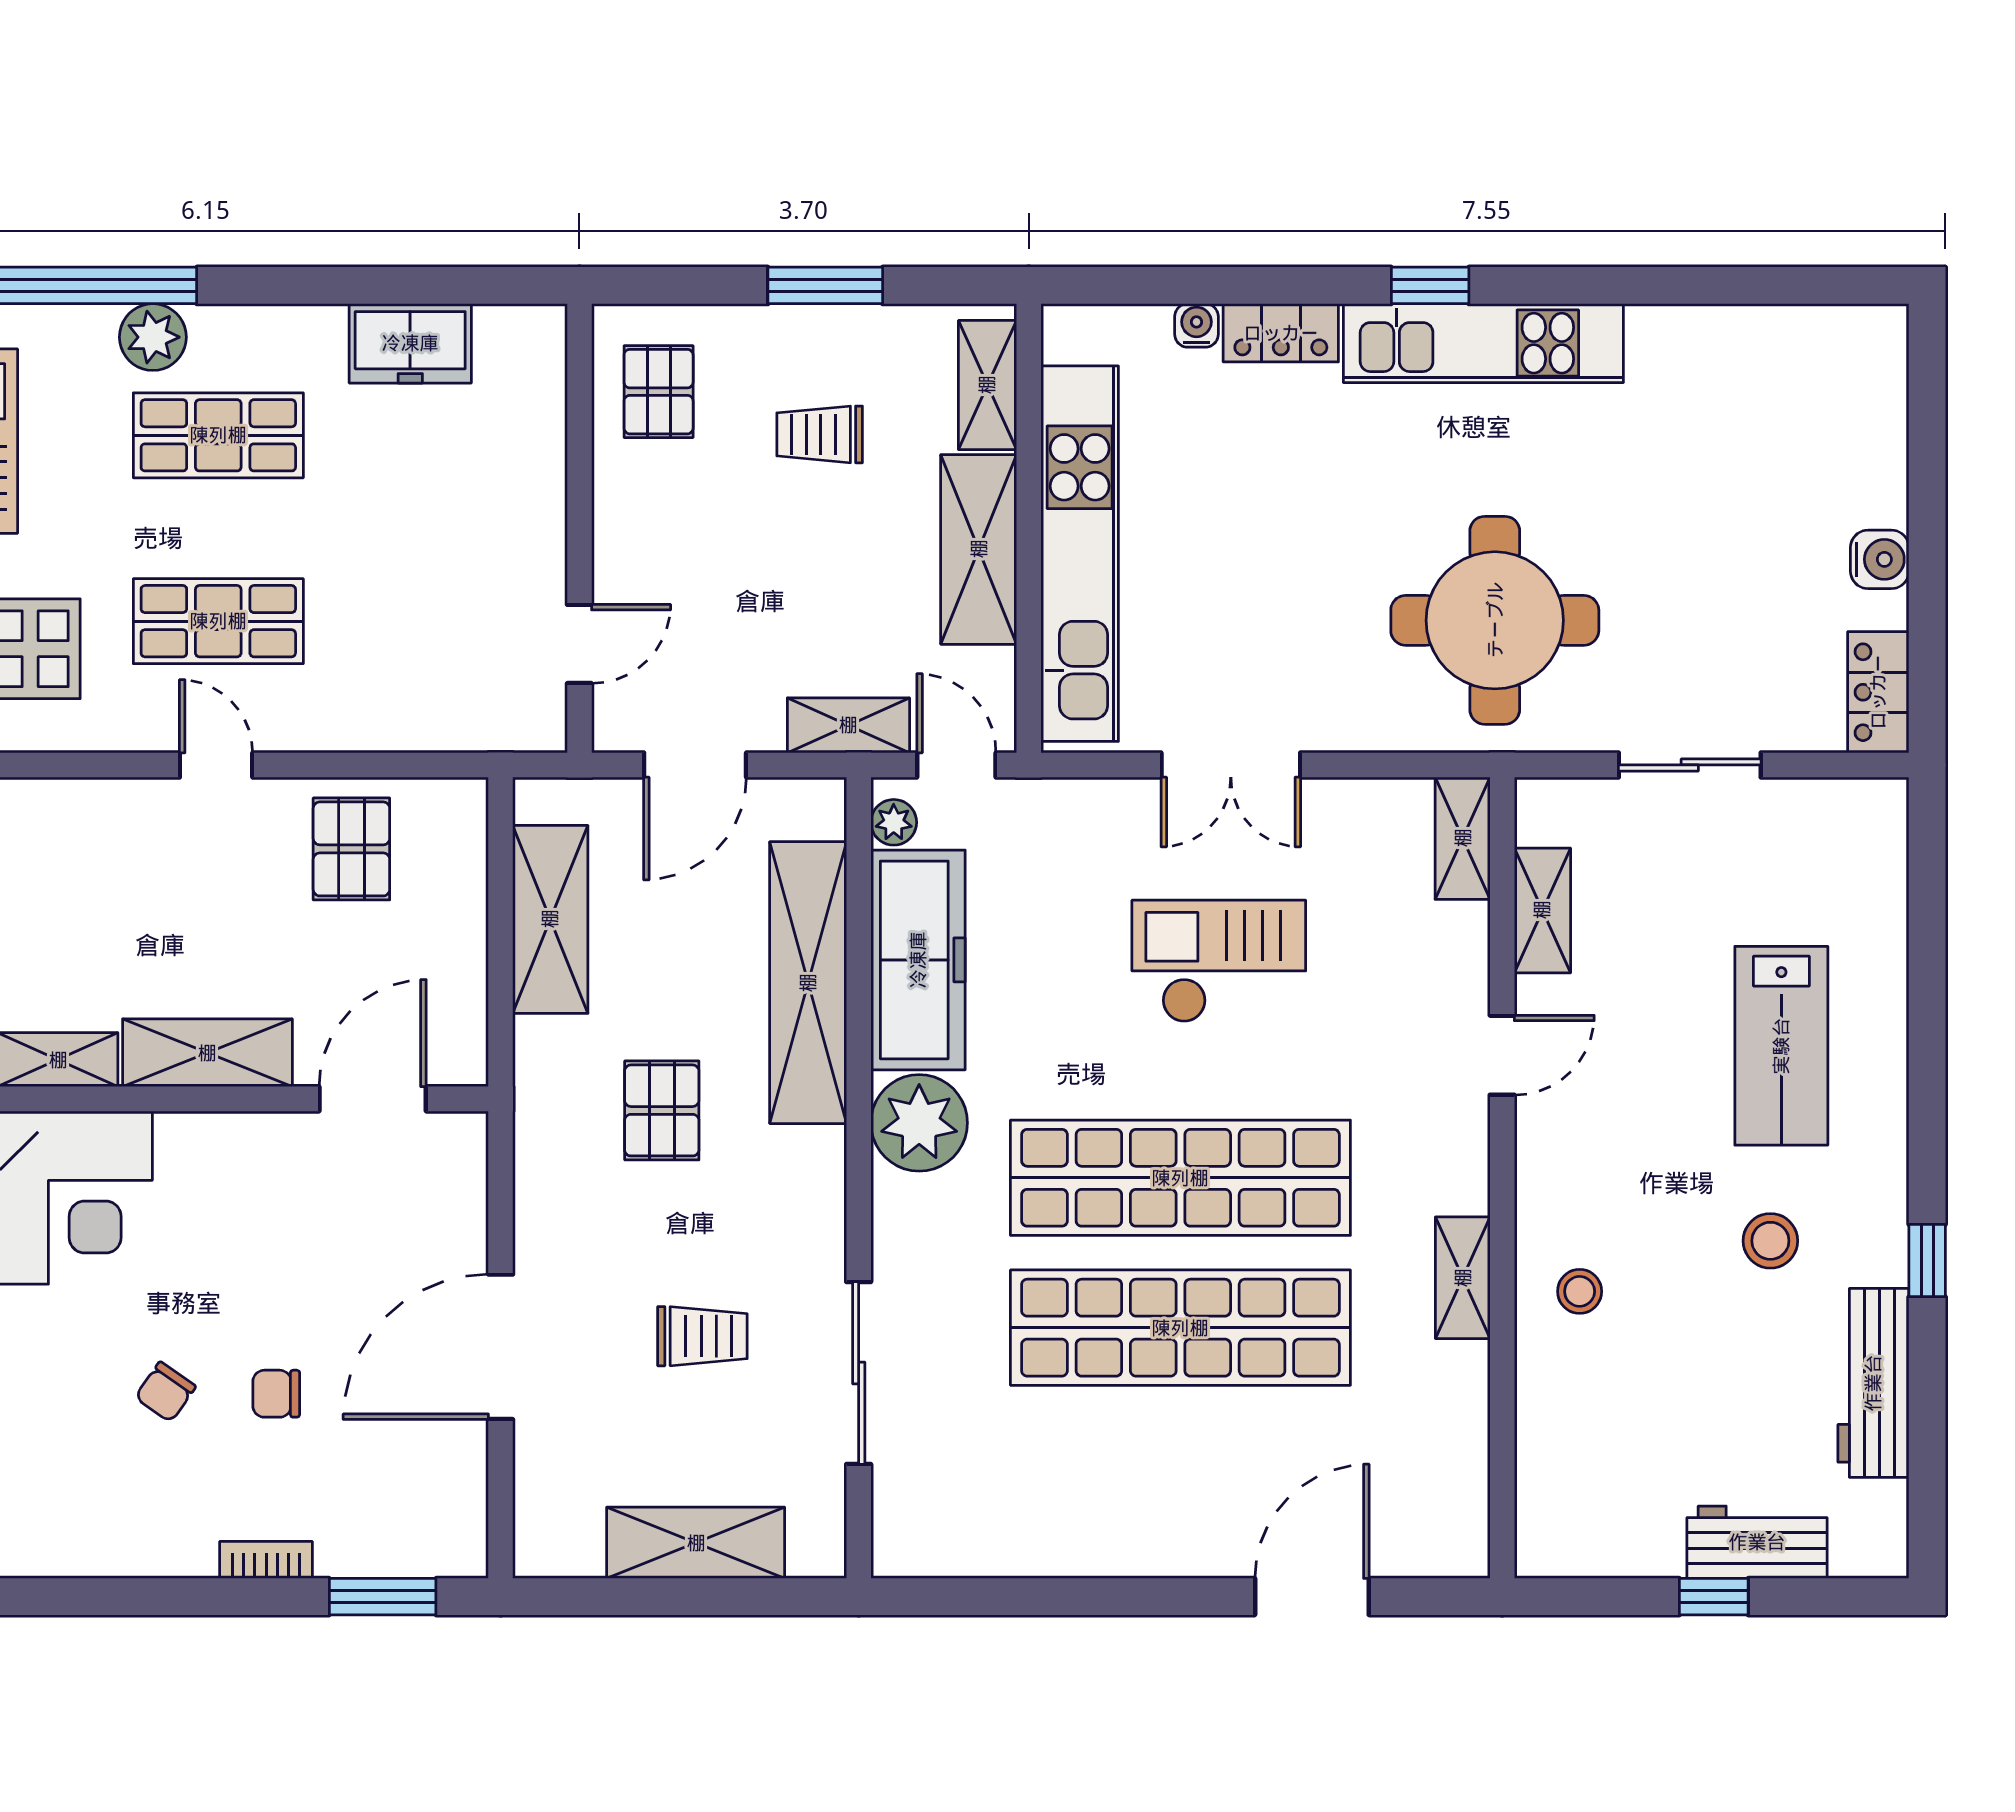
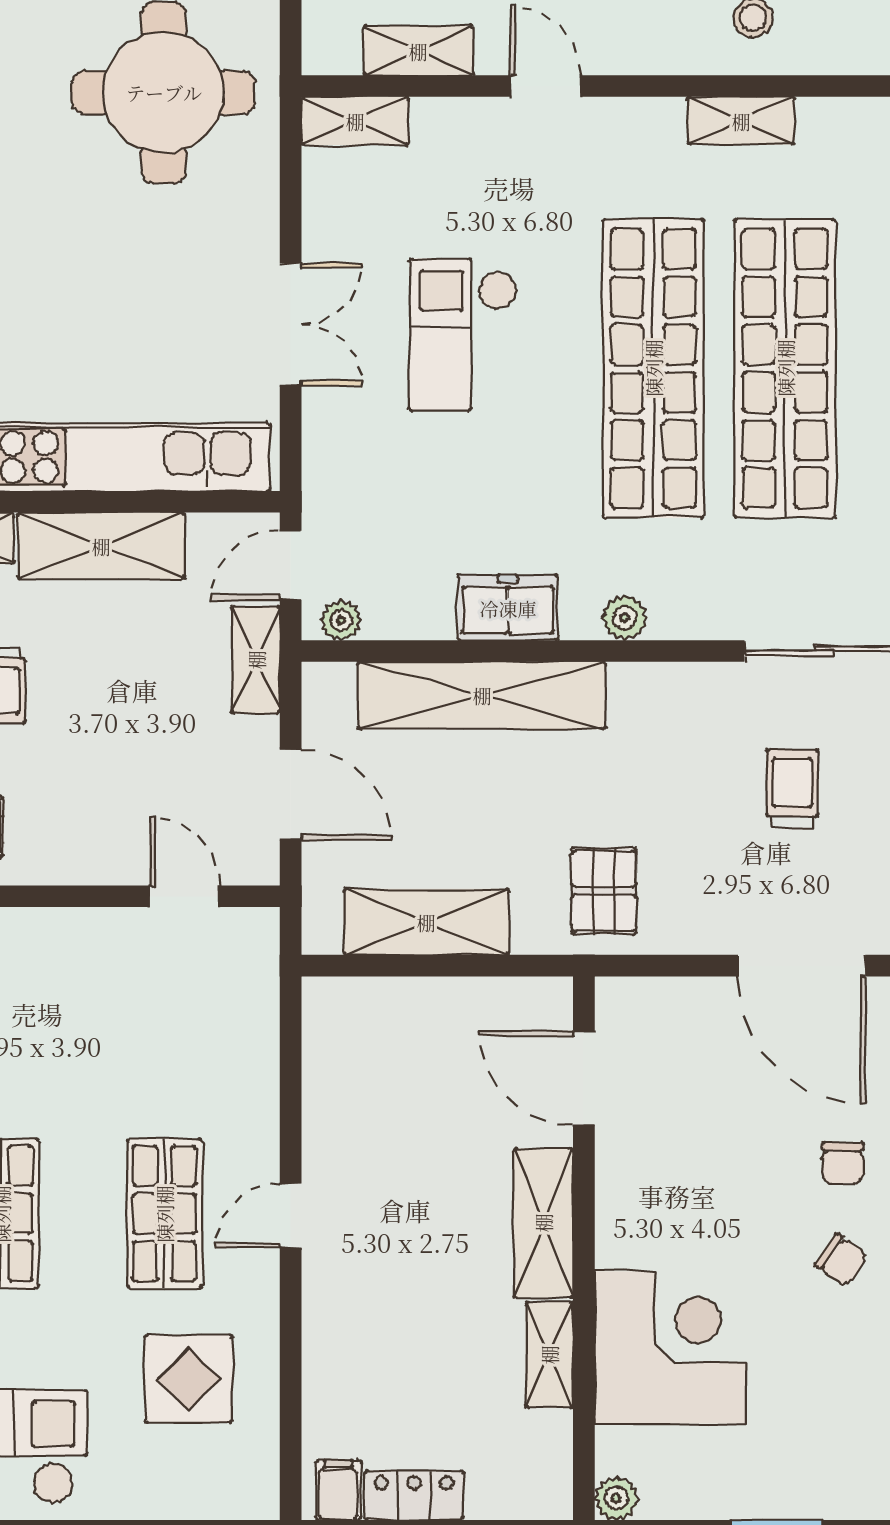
pallet: (351, 849) -> (364, 1097), removed
freezer: (918, 960) -> (508, 608), width x0.52, depth x0.79
pallet: (662, 1110) -> (604, 891), moved, turned 90
plant: (919, 1123) -> (625, 618), width x0.53, depth x0.53

